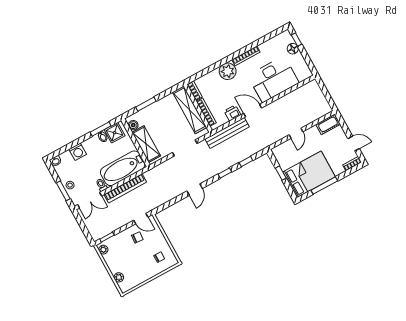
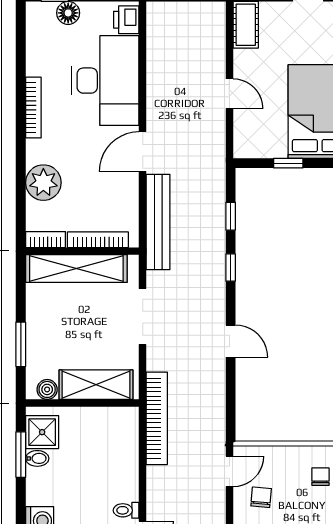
plant: (228, 71) -> (43, 183), moved
printer: (232, 113) -> (126, 20), moved
bathtub: (123, 168) -> (117, 454), removed
bookcase: (125, 188) -> (157, 418), moved

